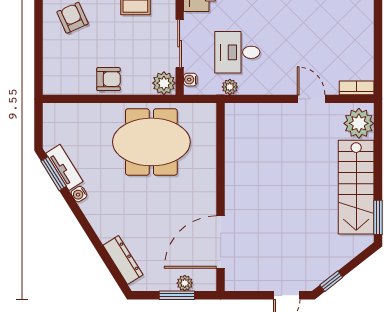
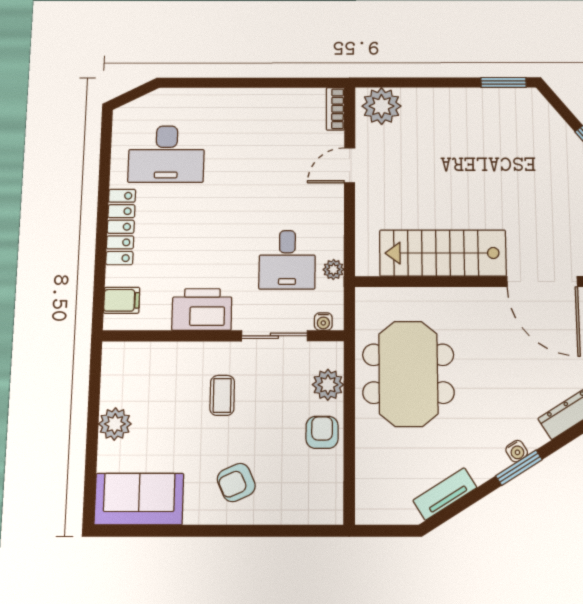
plant: (164, 83) -> (328, 385), moved
window: (54, 174) -> (519, 468), moved
stairs: (356, 187) -> (443, 253), moved, turned 180
water cooler: (79, 194) -> (517, 451), moved

